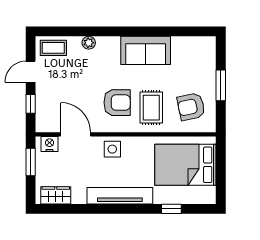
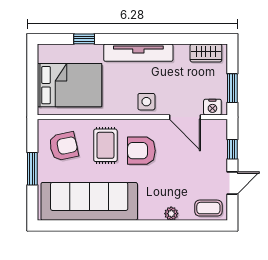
sofa: (146, 50) -> (89, 201), width x1.85, depth x1.27

